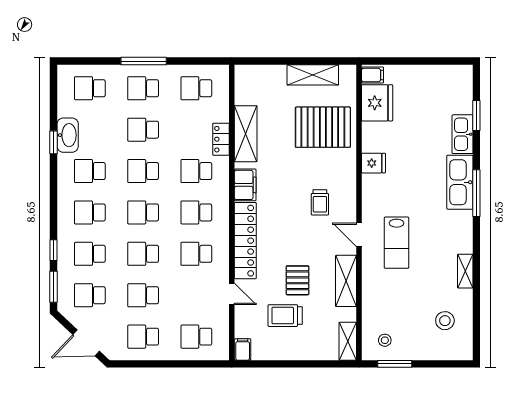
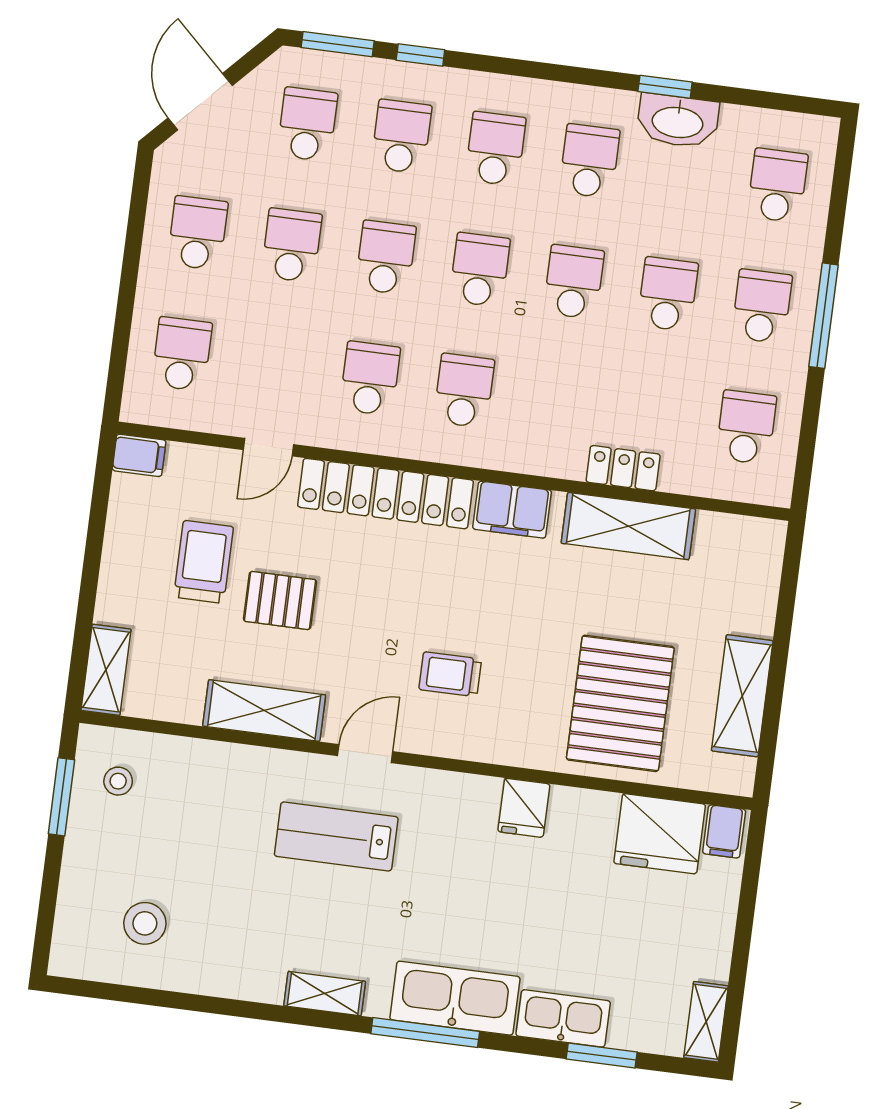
shelving: (456, 72) -> (706, 1022), added
school desk: (196, 171) -> (558, 403), removed
shelving: (465, 271) -> (325, 994), moved
shelving: (348, 341) -> (106, 670), moved, turned 90

